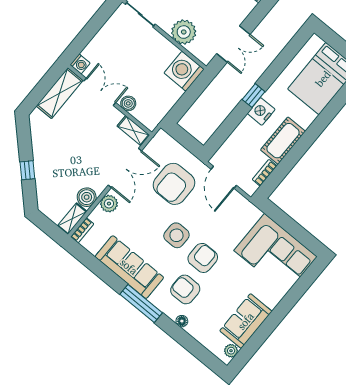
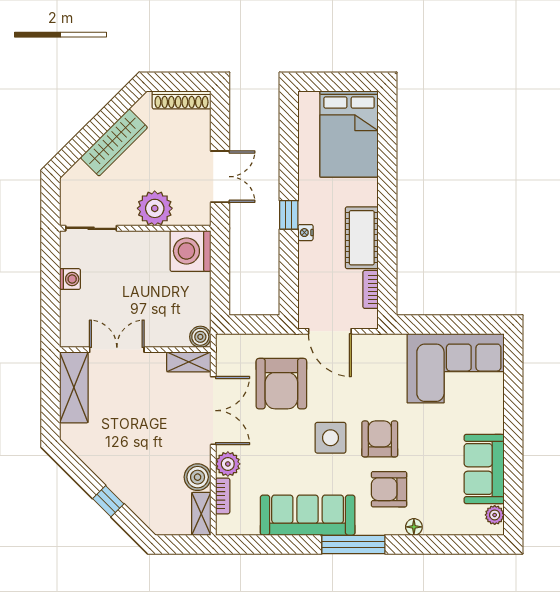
washing machine: (80, 64) -> (70, 279), moved
boiler: (128, 103) -> (200, 337), moved
nightstand: (261, 111) -> (306, 233), width x0.53, depth x0.56
bookcase: (82, 230) -> (223, 496), moved

